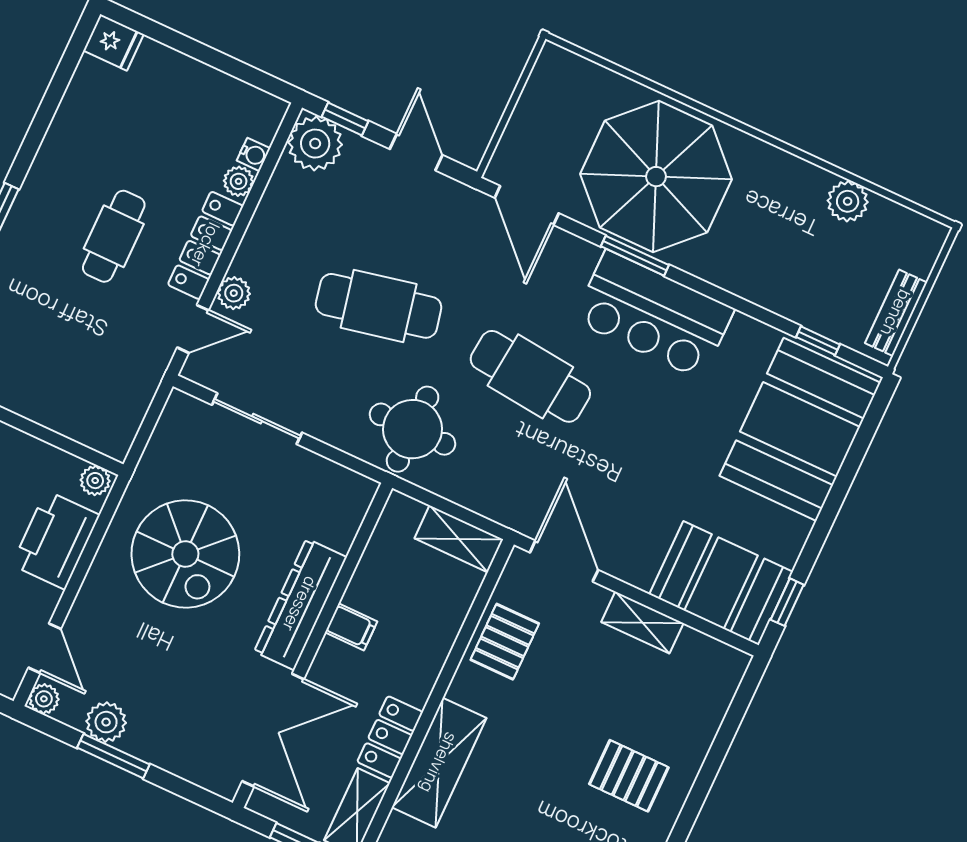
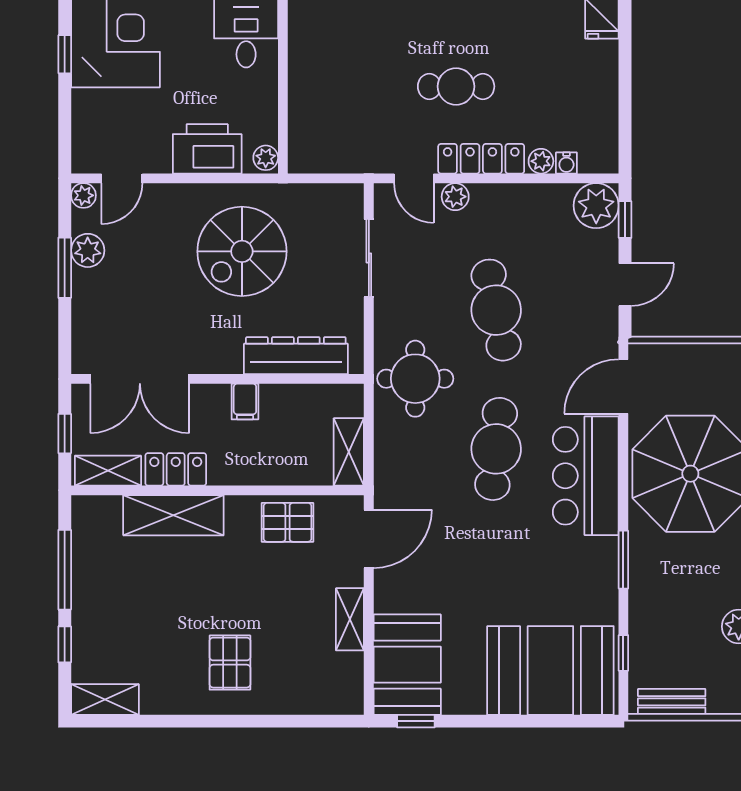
window: (635, 256) -> (623, 560), moved
bar counter: (654, 315) -> (586, 476), moved
dresser: (300, 604) -> (296, 356), moved

